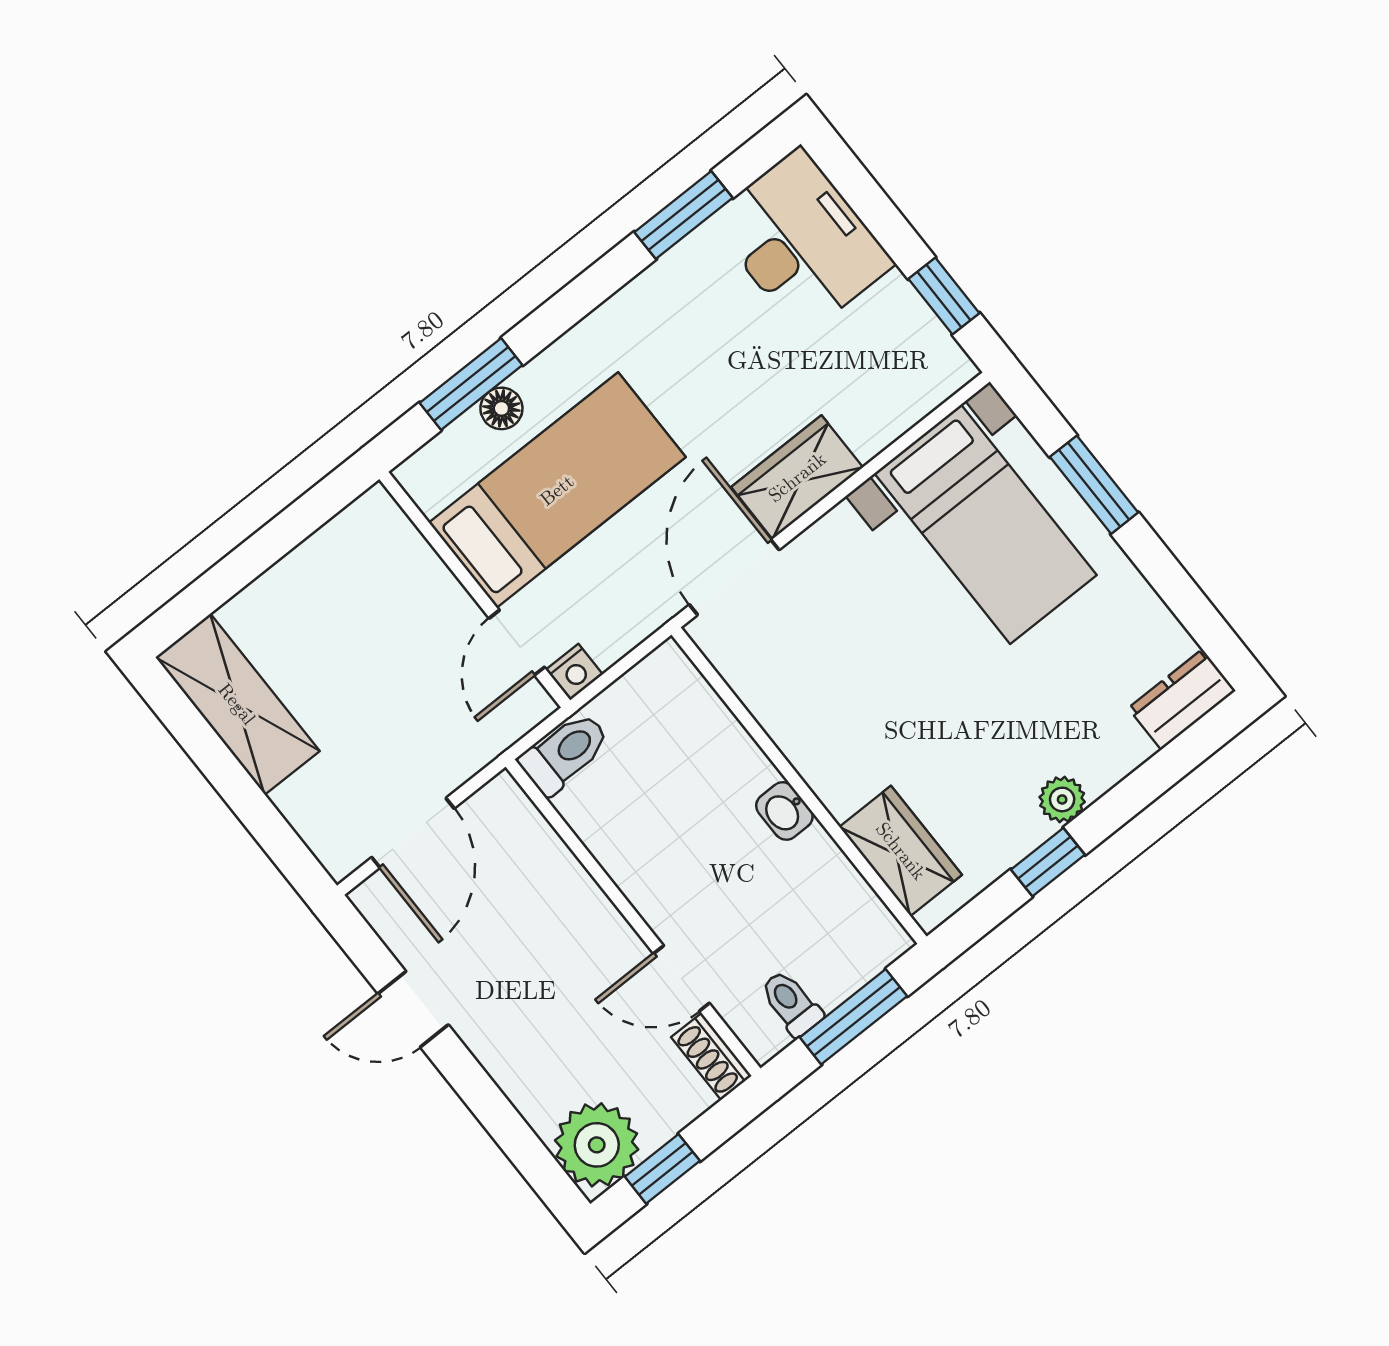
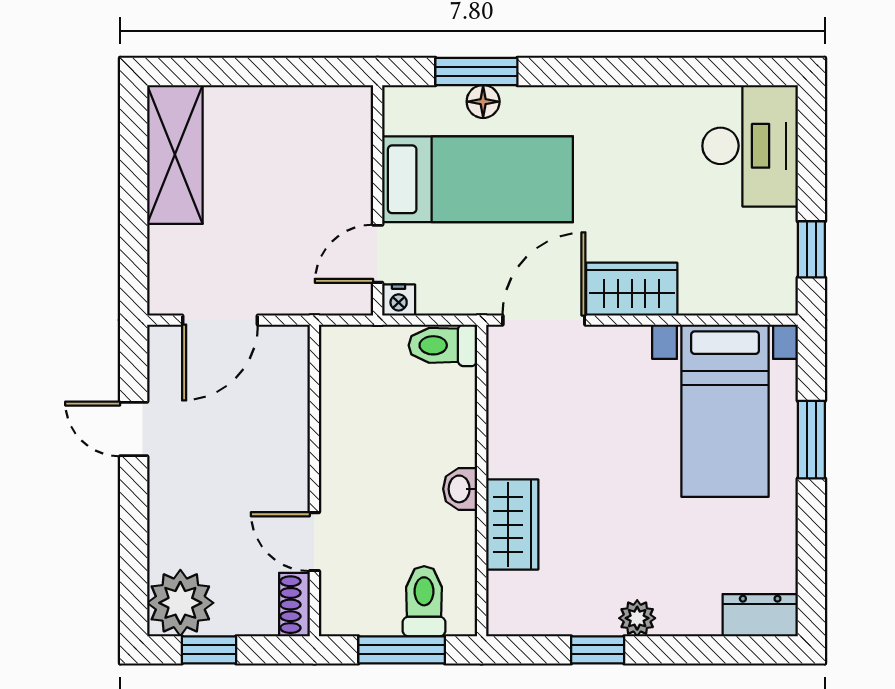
window: (684, 215) -> (690, 72), removed
toilet: (565, 753) -> (443, 345), moved, turned 180
wardrobe: (901, 851) -> (512, 525), moved
toilet: (791, 1003) -> (424, 601), moved, width x1.37, depth x1.39

